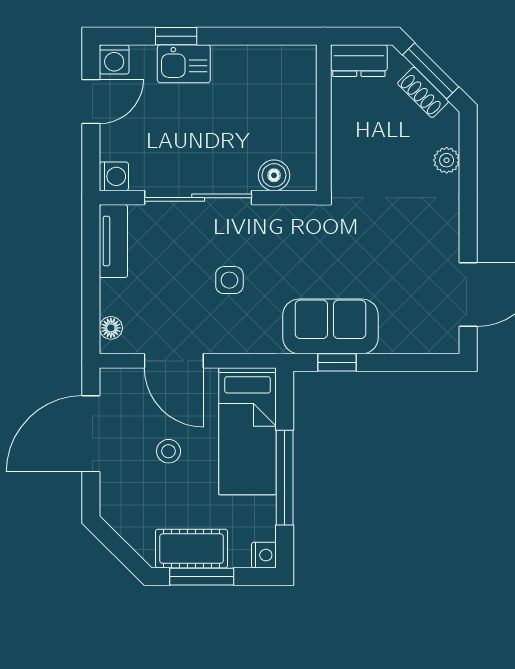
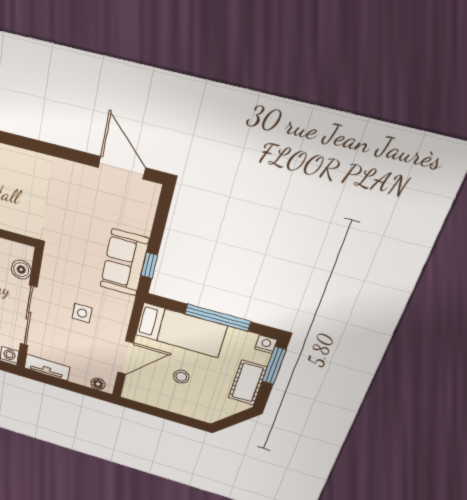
plant: (447, 160) -> (27, 159), removed
door: (91, 434) -> (159, 413), removed
window: (202, 577) -> (274, 366), moved

